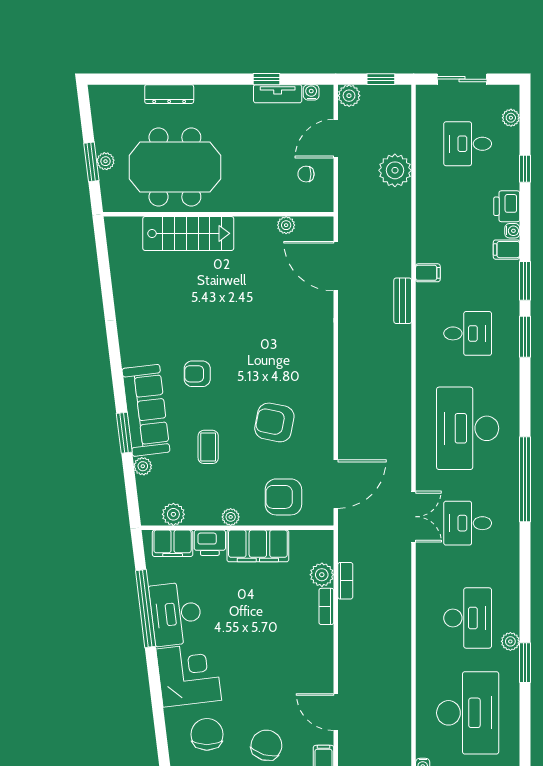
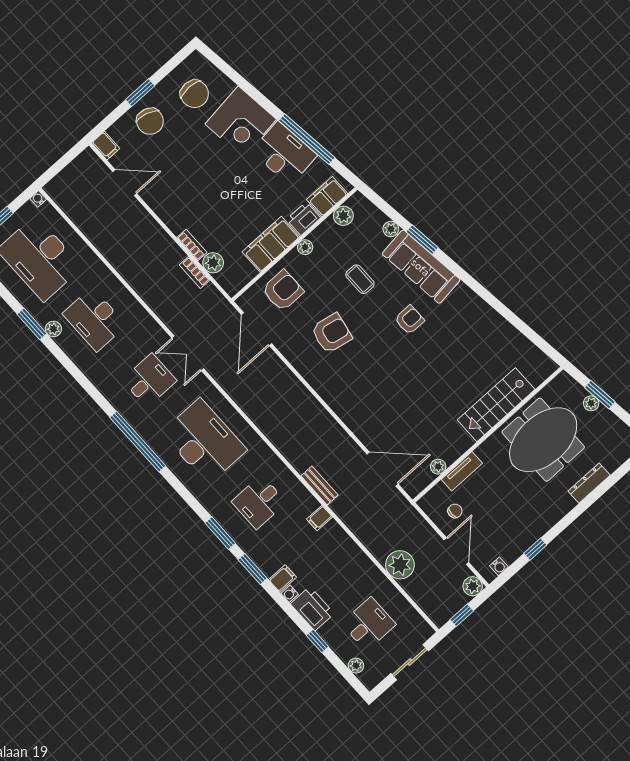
tv unit: (278, 94) -> (462, 471), moved, turned 180
printer: (507, 206) -> (312, 609), width x1.37, depth x1.19

